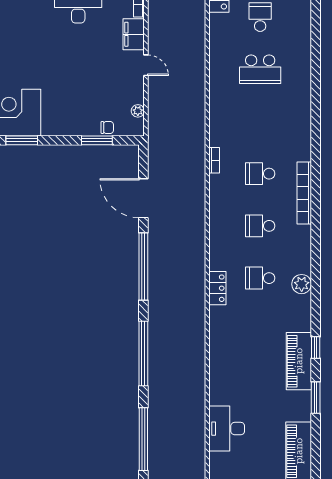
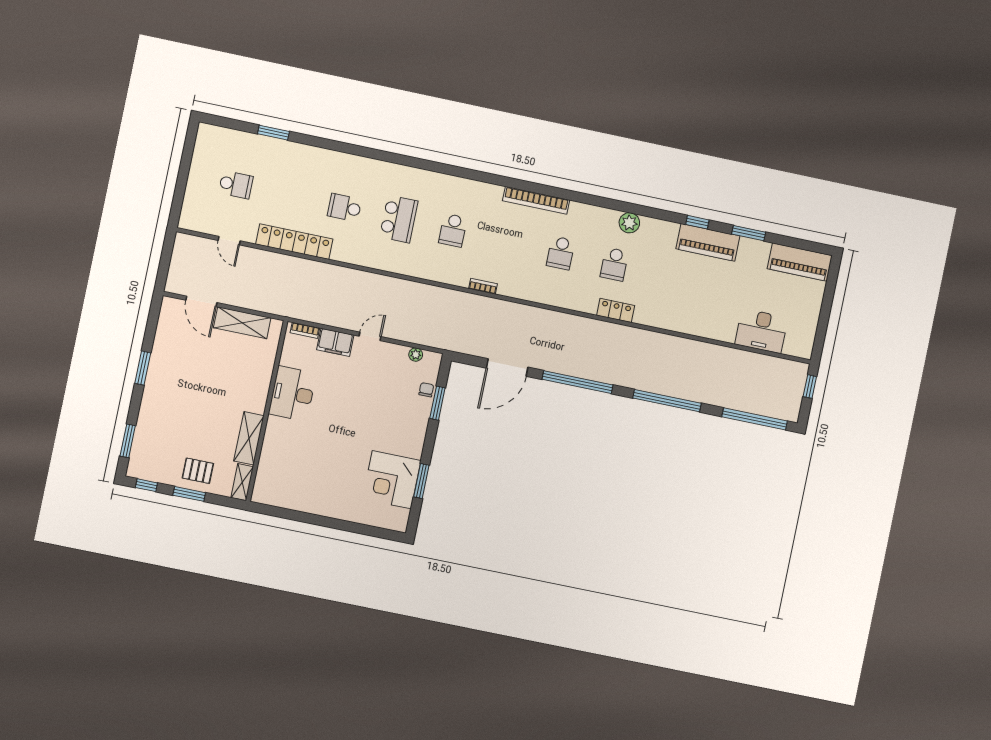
school desk: (260, 174) -> (453, 230), moved

